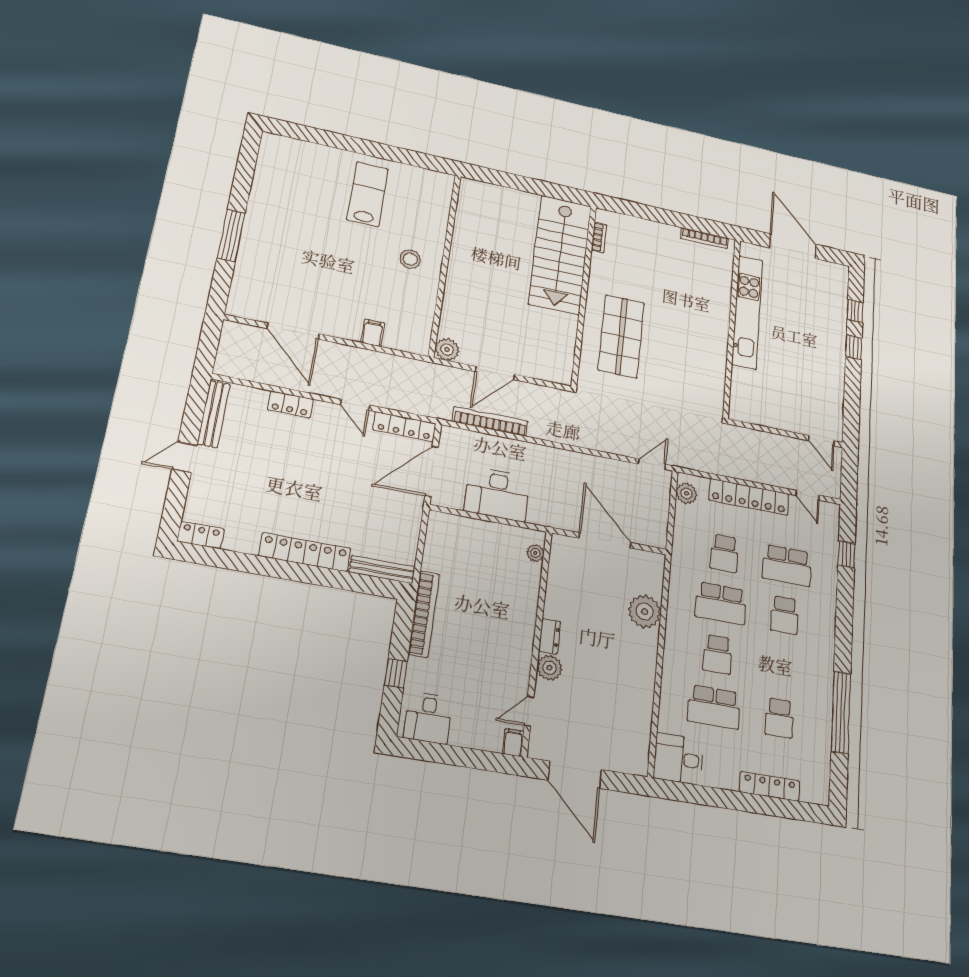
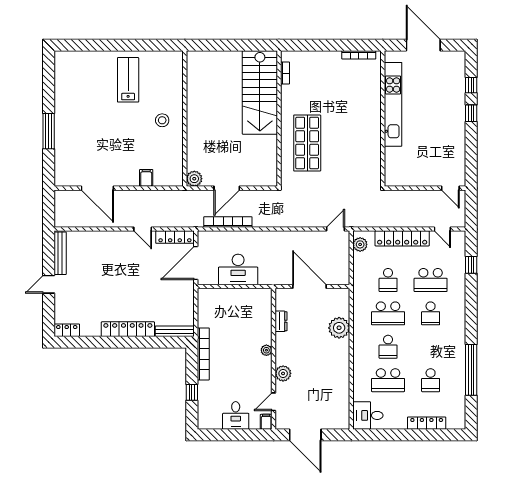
locker: (290, 404) -> (104, 237), removed
plant: (535, 553) -> (266, 350), moved
dresser: (550, 636) -> (281, 321), moved
desk: (428, 718) -> (236, 415), moved

